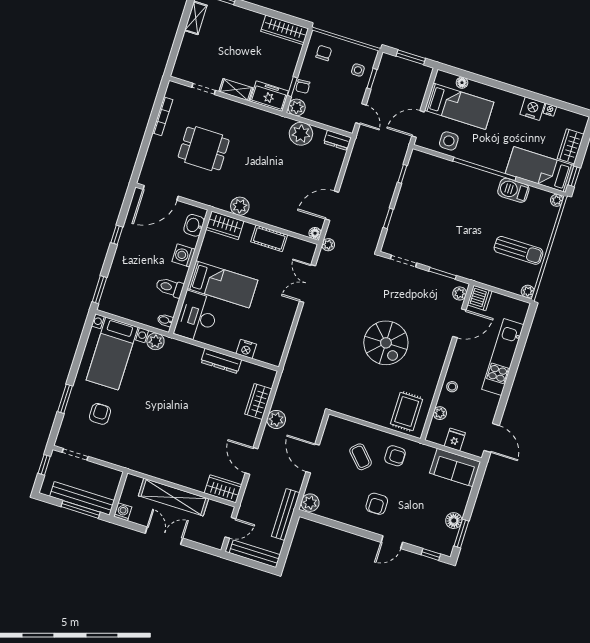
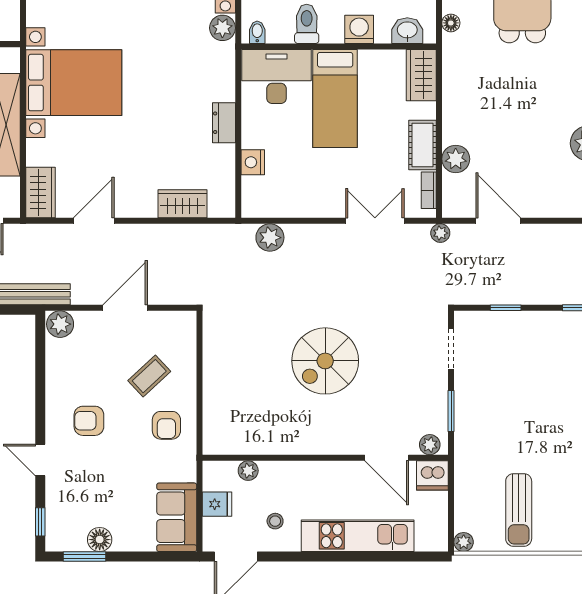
plant: (240, 206) -> (456, 159), moved
floor lamp: (315, 233) -> (451, 23), moved
bookcase: (299, 243) -> (429, 190), added
dresser: (221, 361) -> (224, 123), width x0.70
stool: (452, 387) -> (275, 521), moved
rug: (407, 412) -> (235, 422), removed
plant: (276, 419) -> (270, 238), moved
bed with nightstands: (160, 446) -> (74, 83), added

